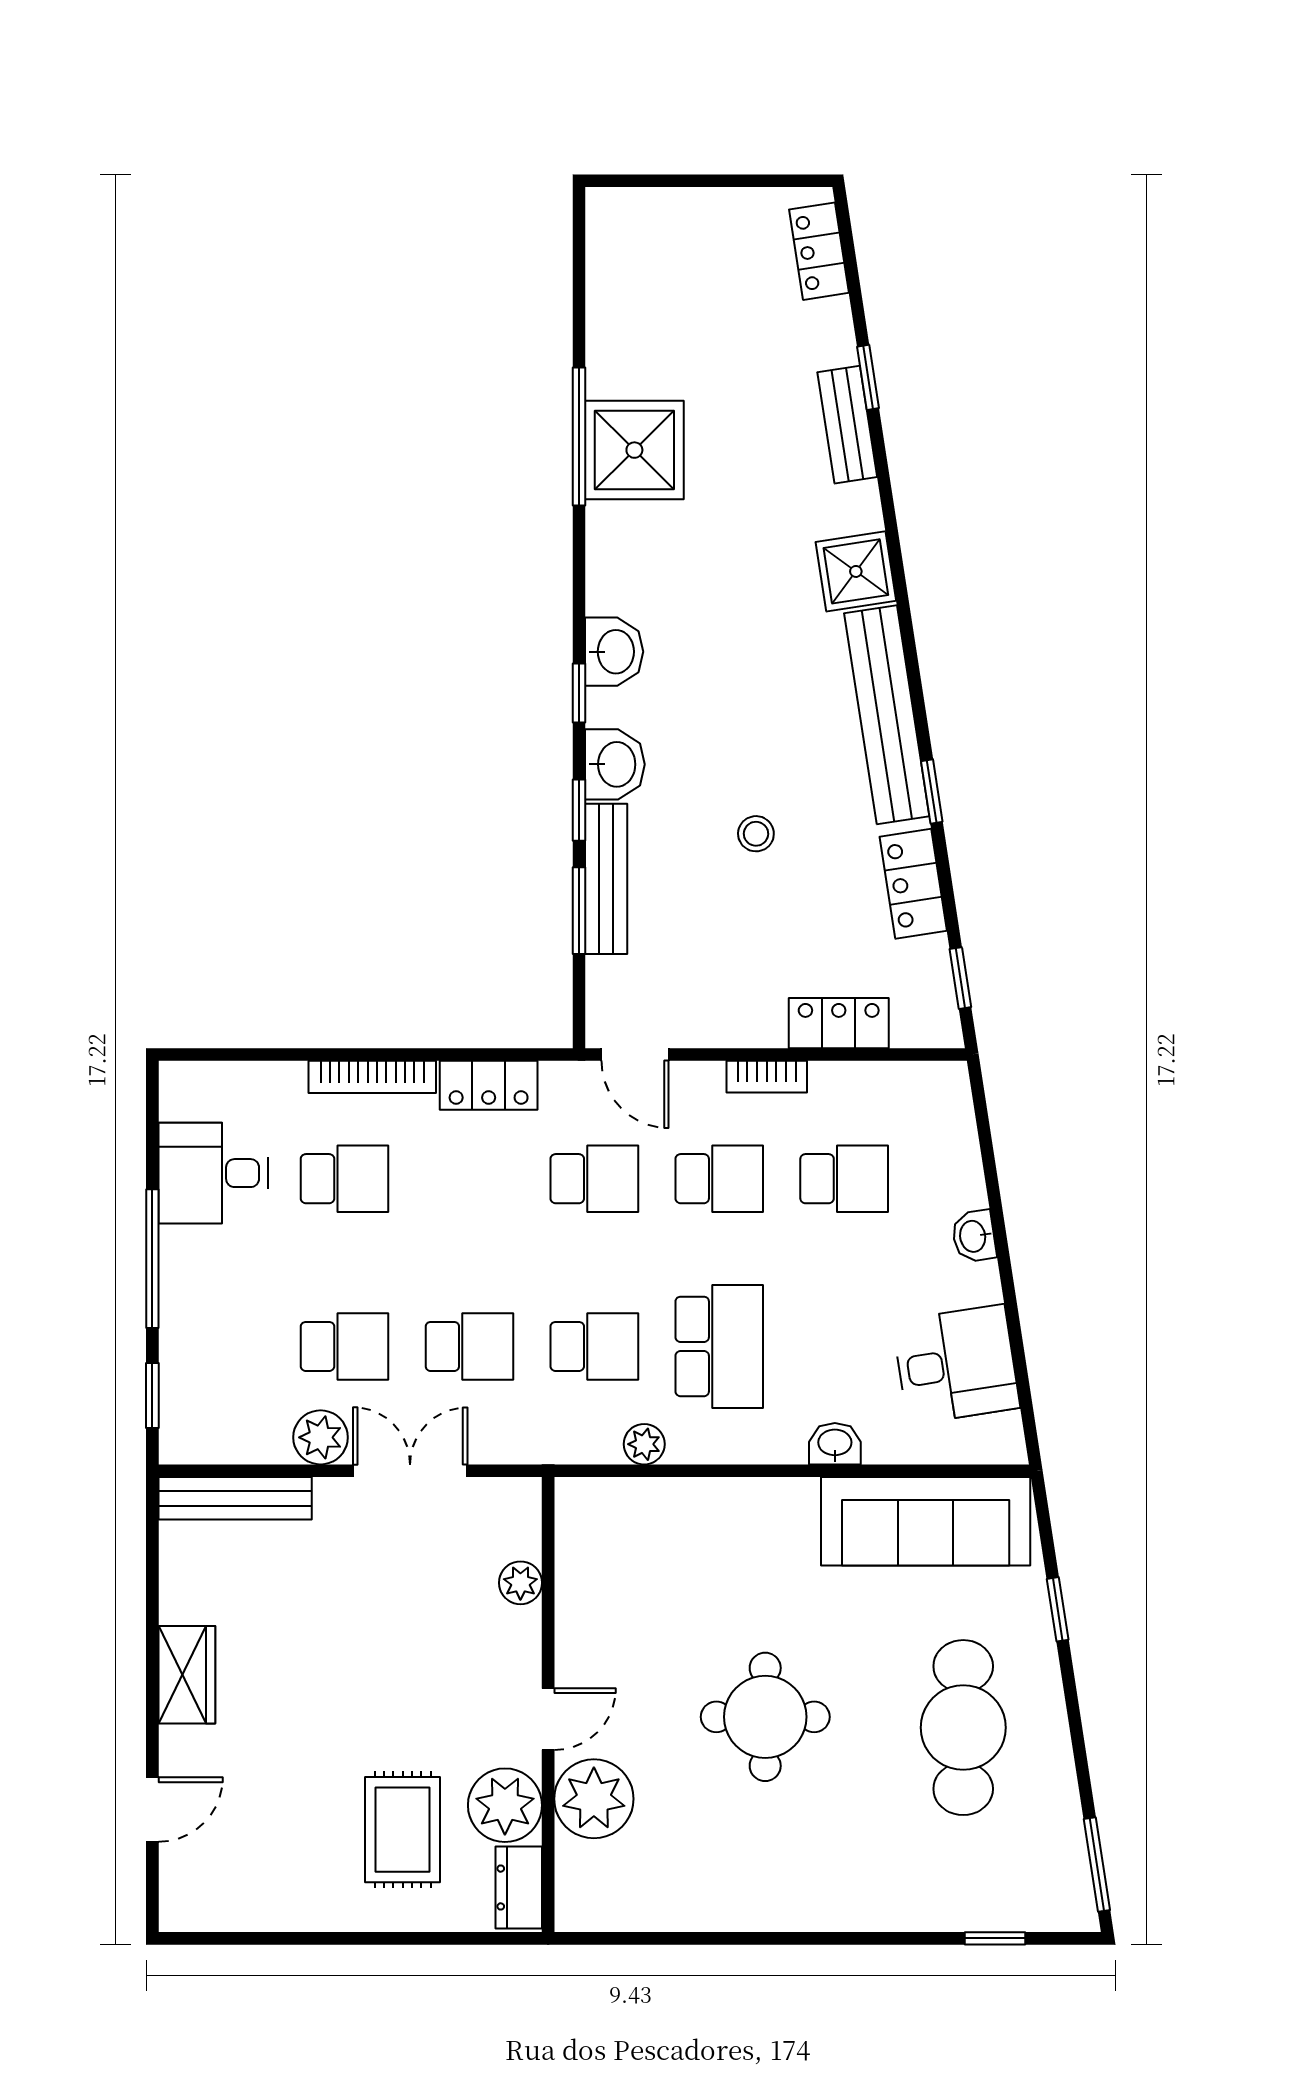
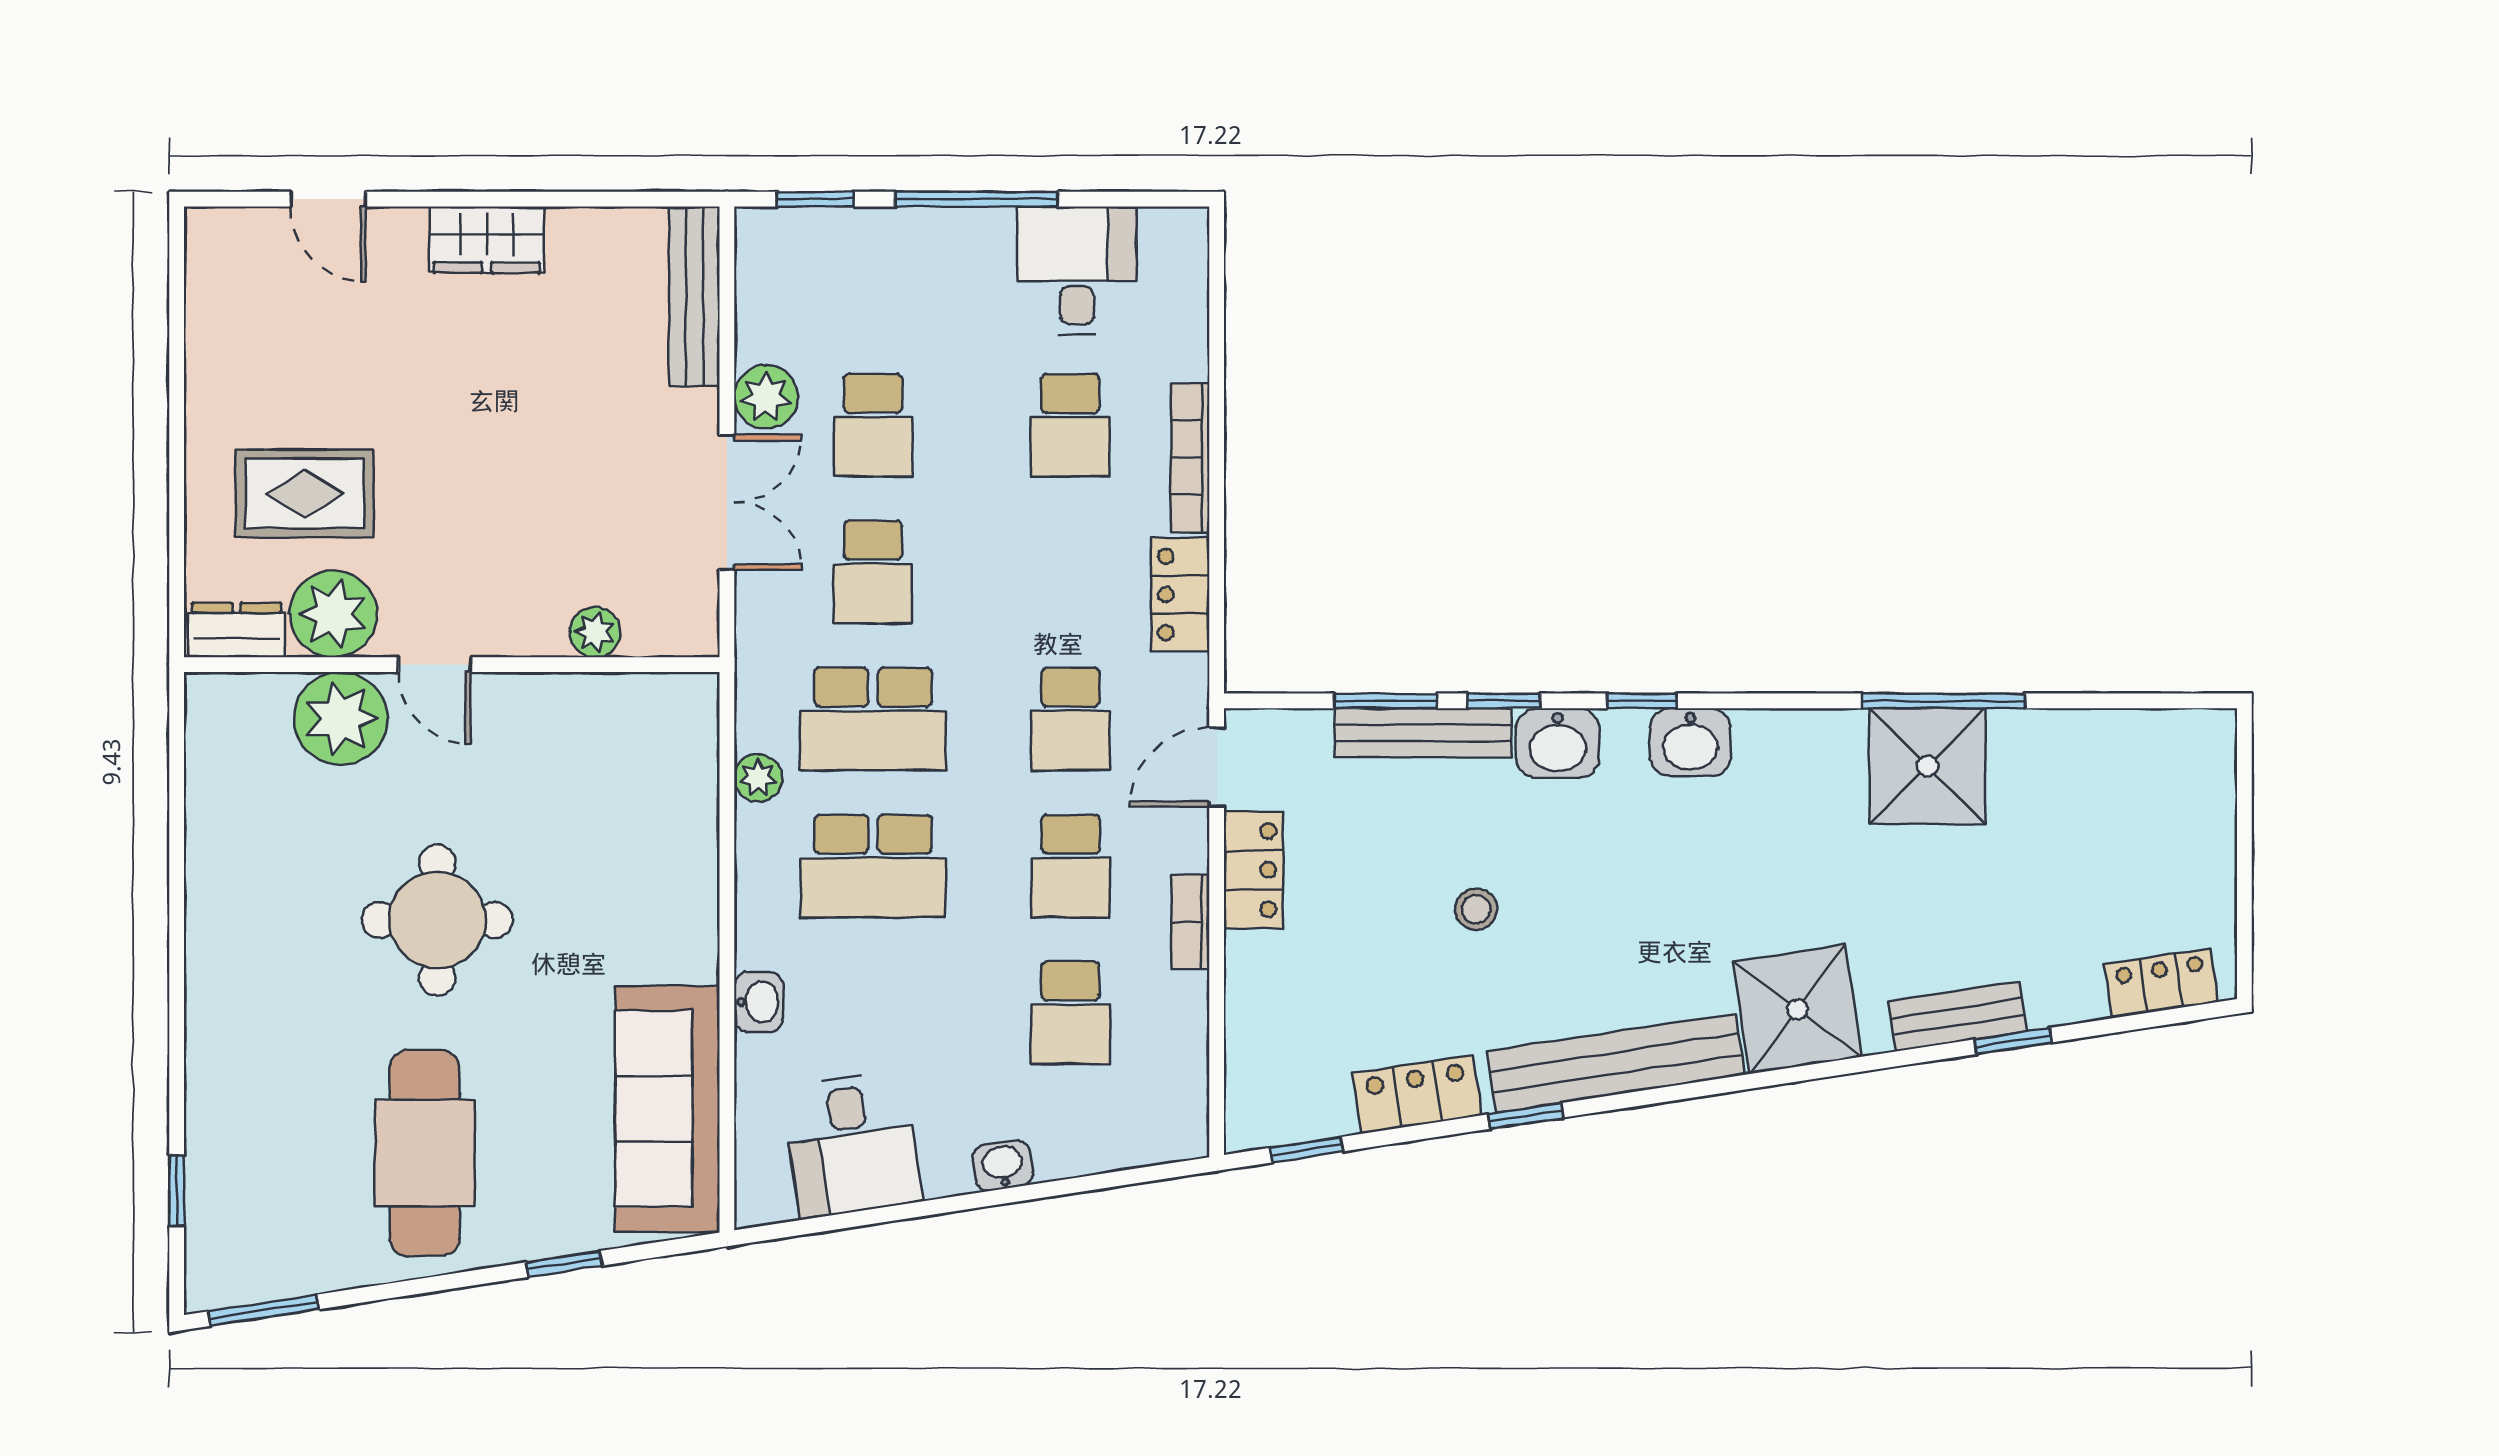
shower: (856, 571) -> (1797, 1009), width x1.36, depth x1.36
locker: (839, 1023) -> (1253, 870), moved
school desk: (594, 1346) -> (873, 719), width x1.85
cafe table: (963, 1728) -> (425, 1153), turned 90

